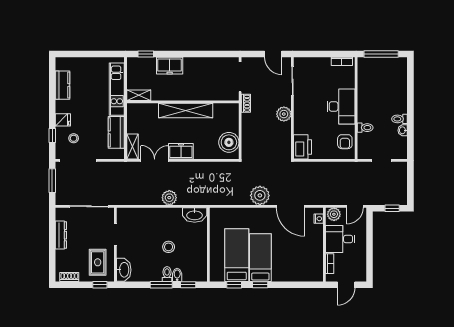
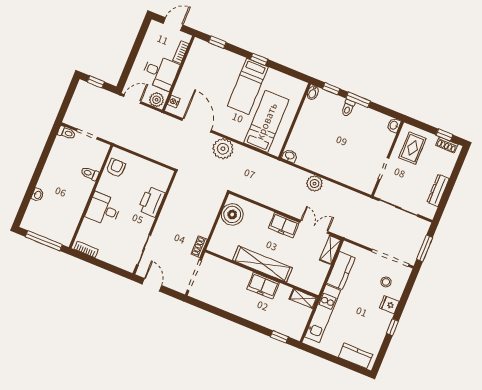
freezer: (170, 66) -> (263, 286), moved, turned 180
kitchen counter: (63, 85) -> (355, 356), moved, turned 90
desk: (341, 106) -> (103, 209), width x0.73
plant: (284, 114) -> (166, 220), removed
toilet: (399, 119) -> (67, 133), moved
washbasin: (403, 130) -> (38, 195), moved
window: (52, 136) -> (392, 327), moved
printer: (303, 147) -> (151, 202), moved
double door: (155, 160) -> (314, 227), swing flipped
washbasin: (195, 215) -> (290, 156), width x0.52, depth x0.69
stool: (169, 247) -> (335, 135), removed
bed: (237, 255) -> (266, 121), moved, turned 180
washbasin: (124, 270) -> (394, 125), width x0.52, depth x0.69
bidet: (177, 275) -> (313, 93), moved
window: (100, 285) -> (444, 135), moved
window: (234, 285) -> (217, 42), moved

